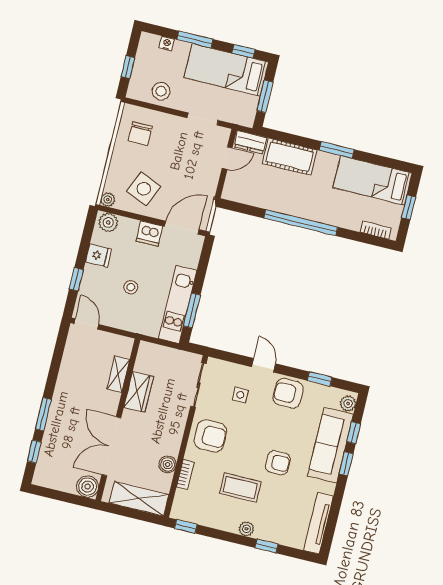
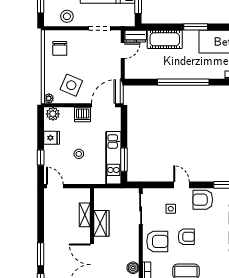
armchair: (278, 463) -> (186, 237), moved

